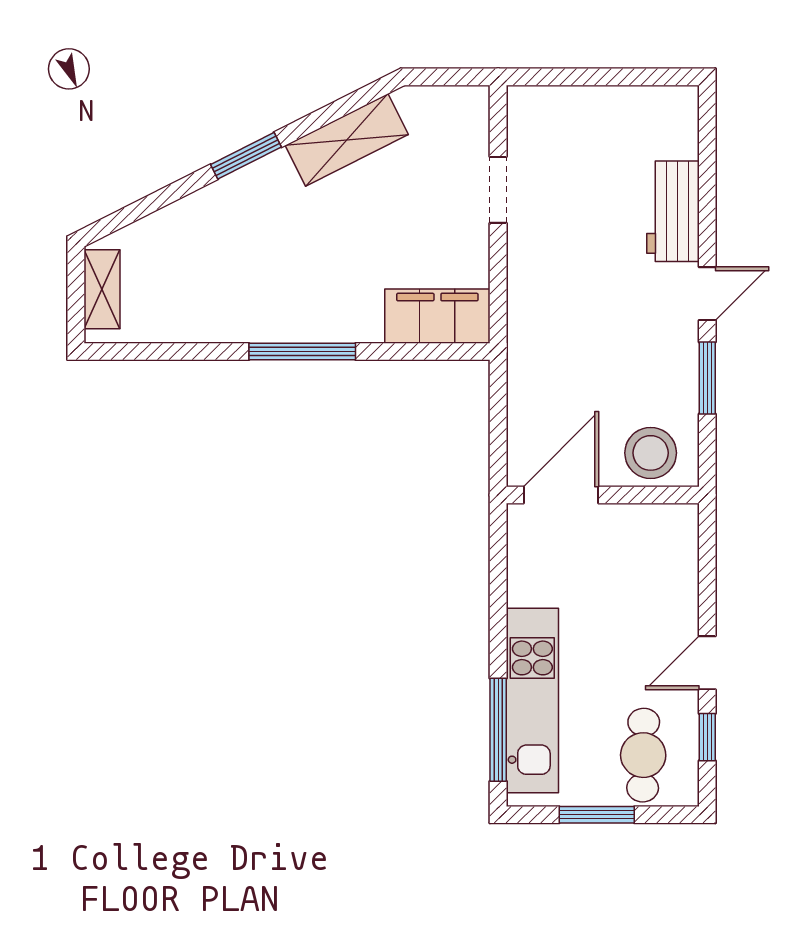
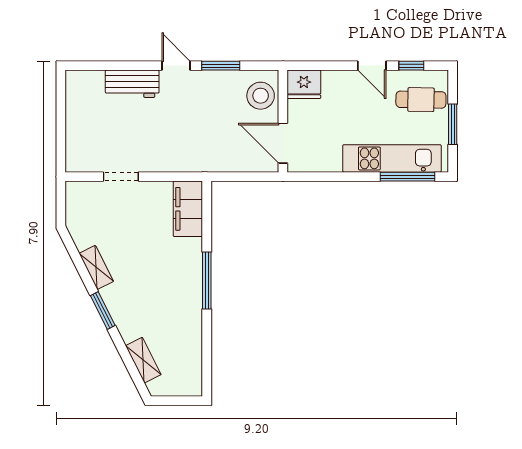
shelving: (347, 140) -> (96, 267), width x0.67, depth x0.75
shelving: (102, 289) -> (143, 360), moved, turned 63
fridge: (672, 535) -> (304, 84), added

